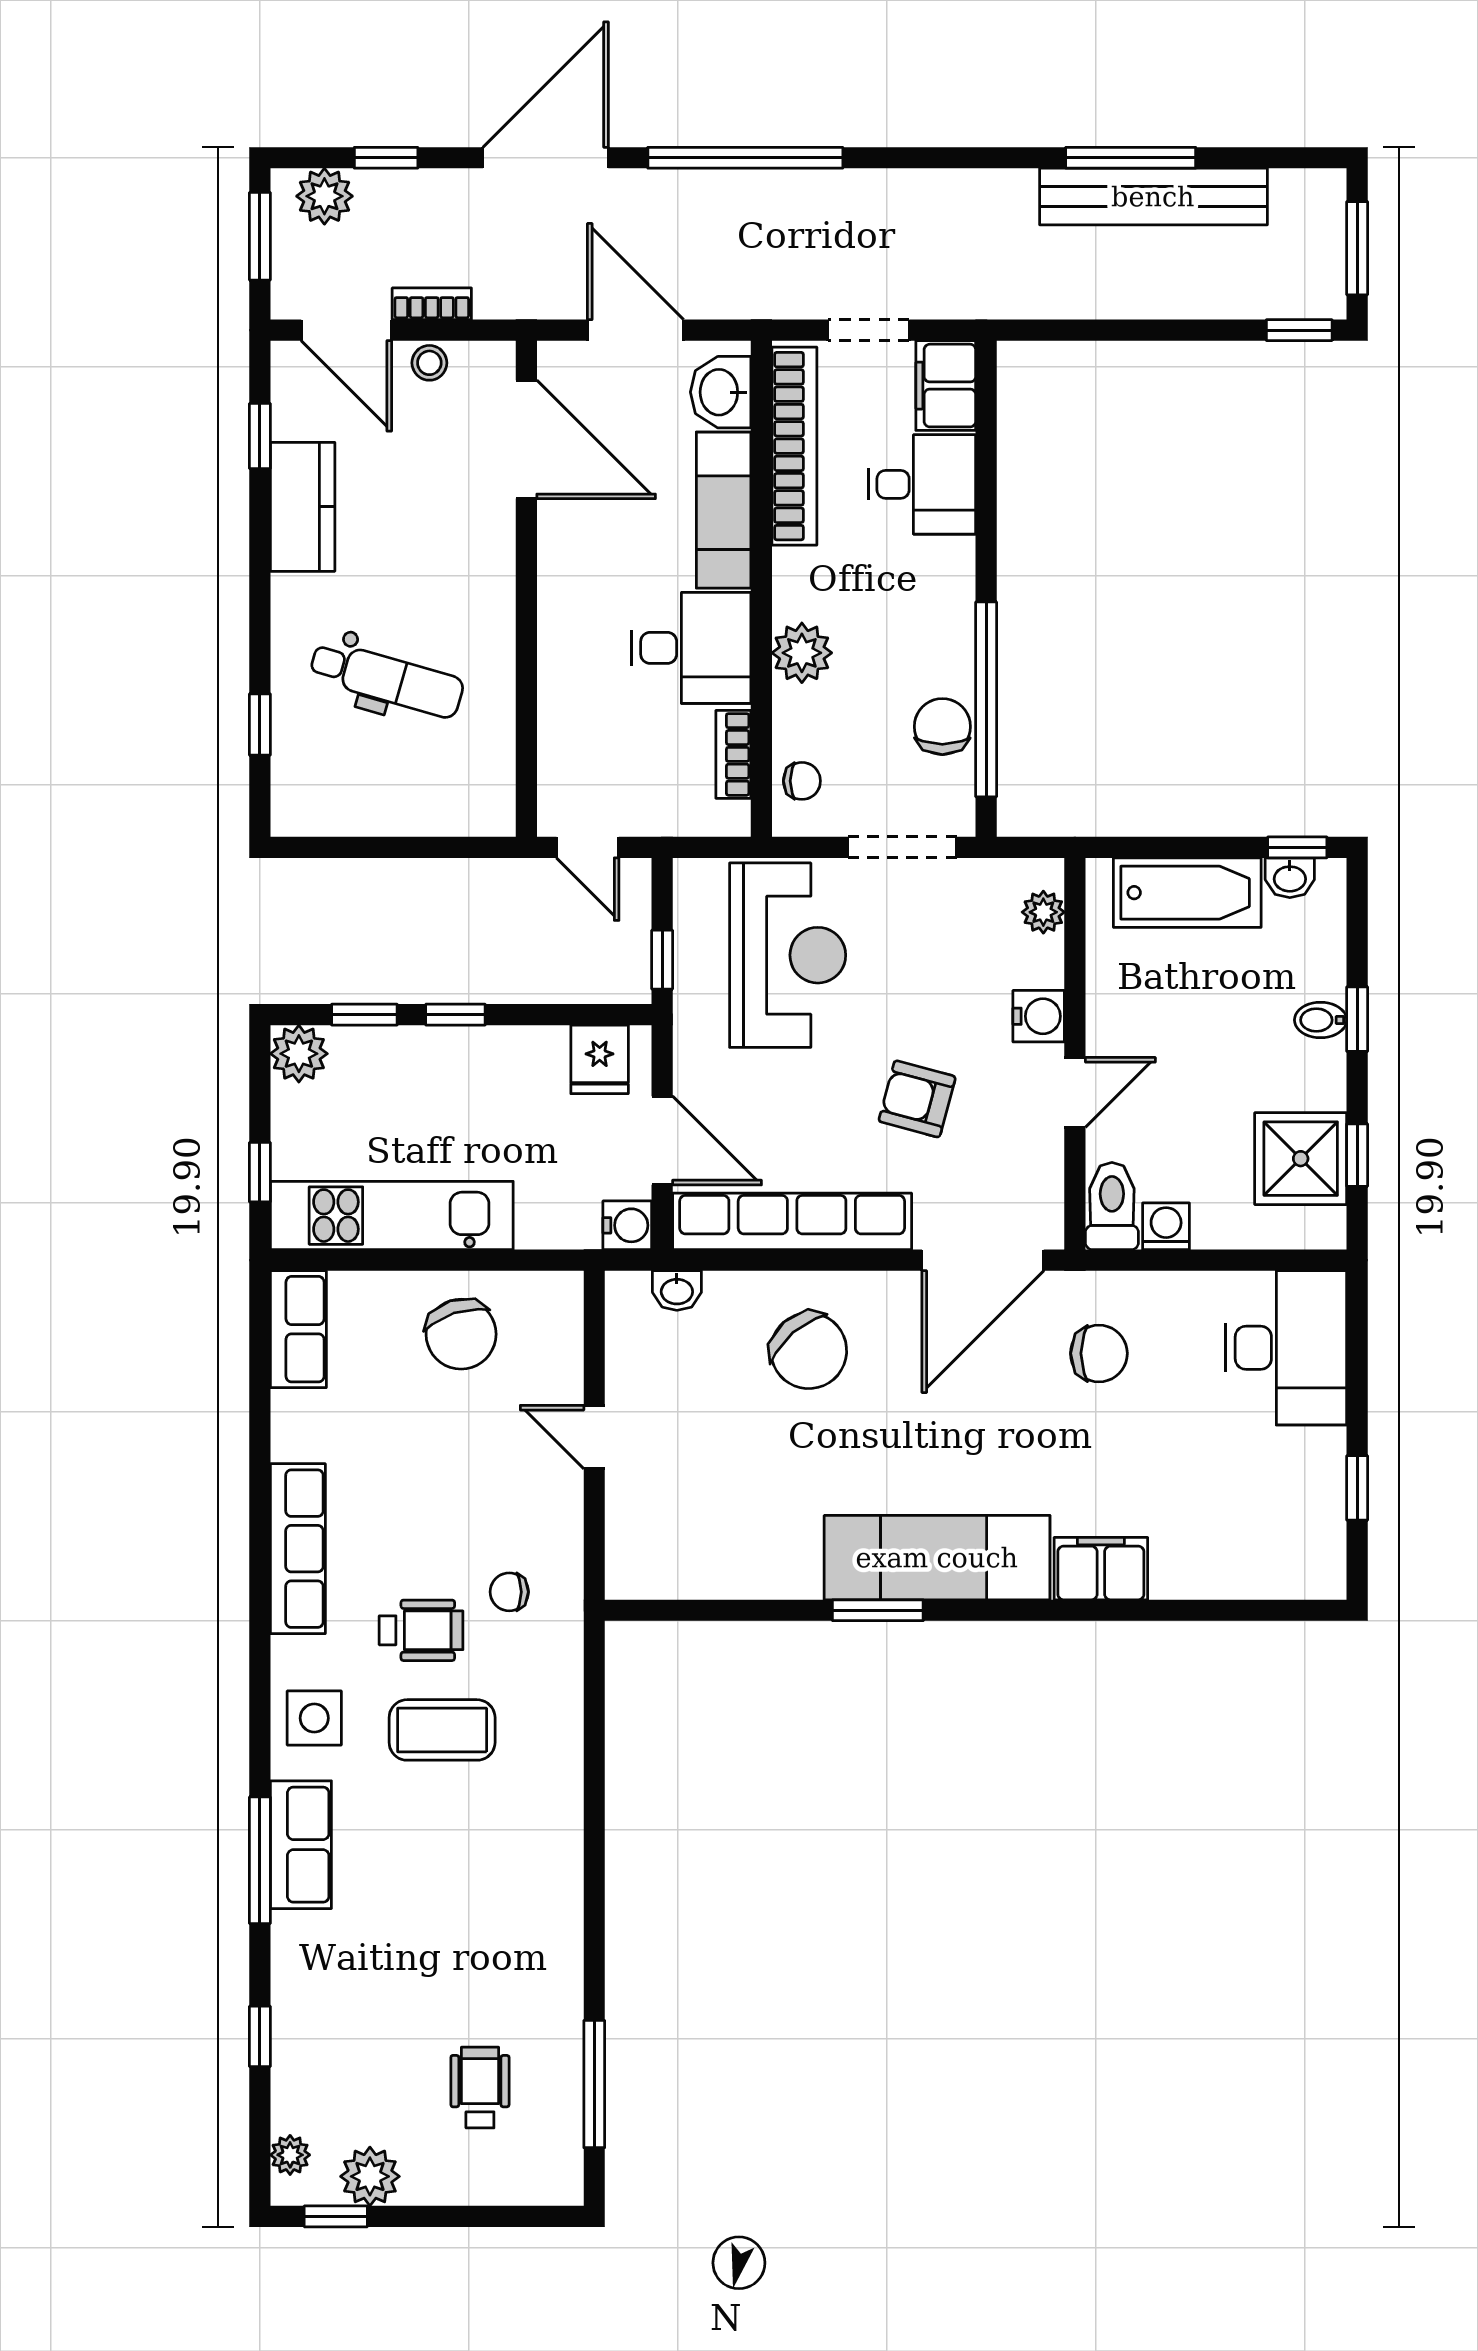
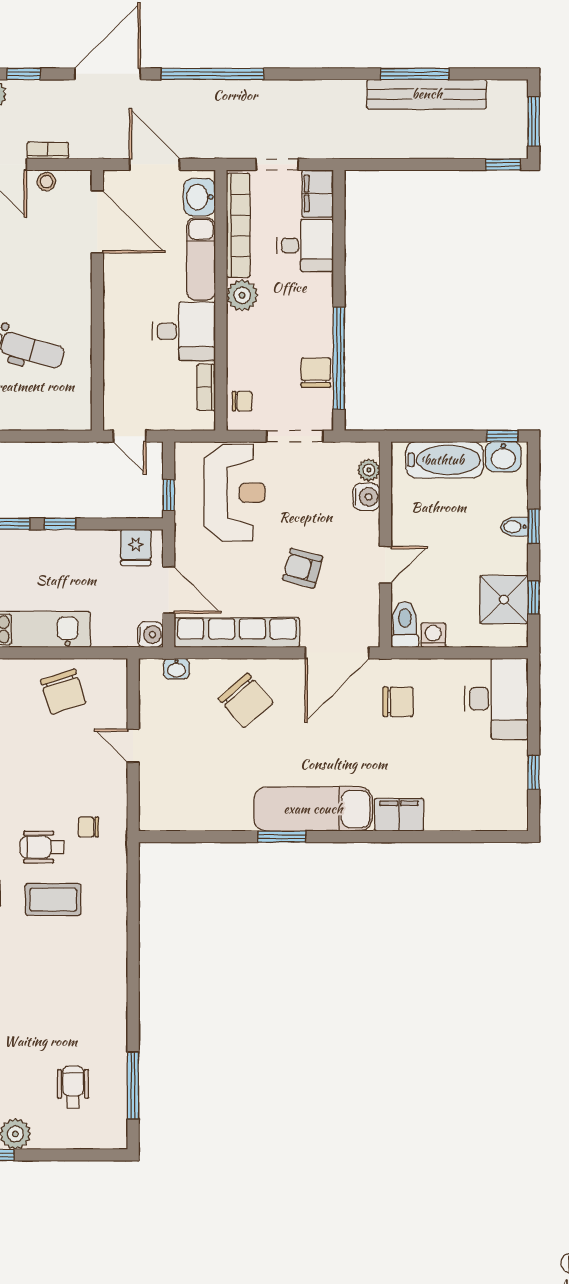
plant: (802, 653) -> (242, 295), moved
washbasin: (1290, 878) -> (503, 457), width x1.38, depth x1.45
water cooler: (1039, 1016) -> (366, 497), moved
wheelchair: (421, 1630) -> (42, 847), turned 180

